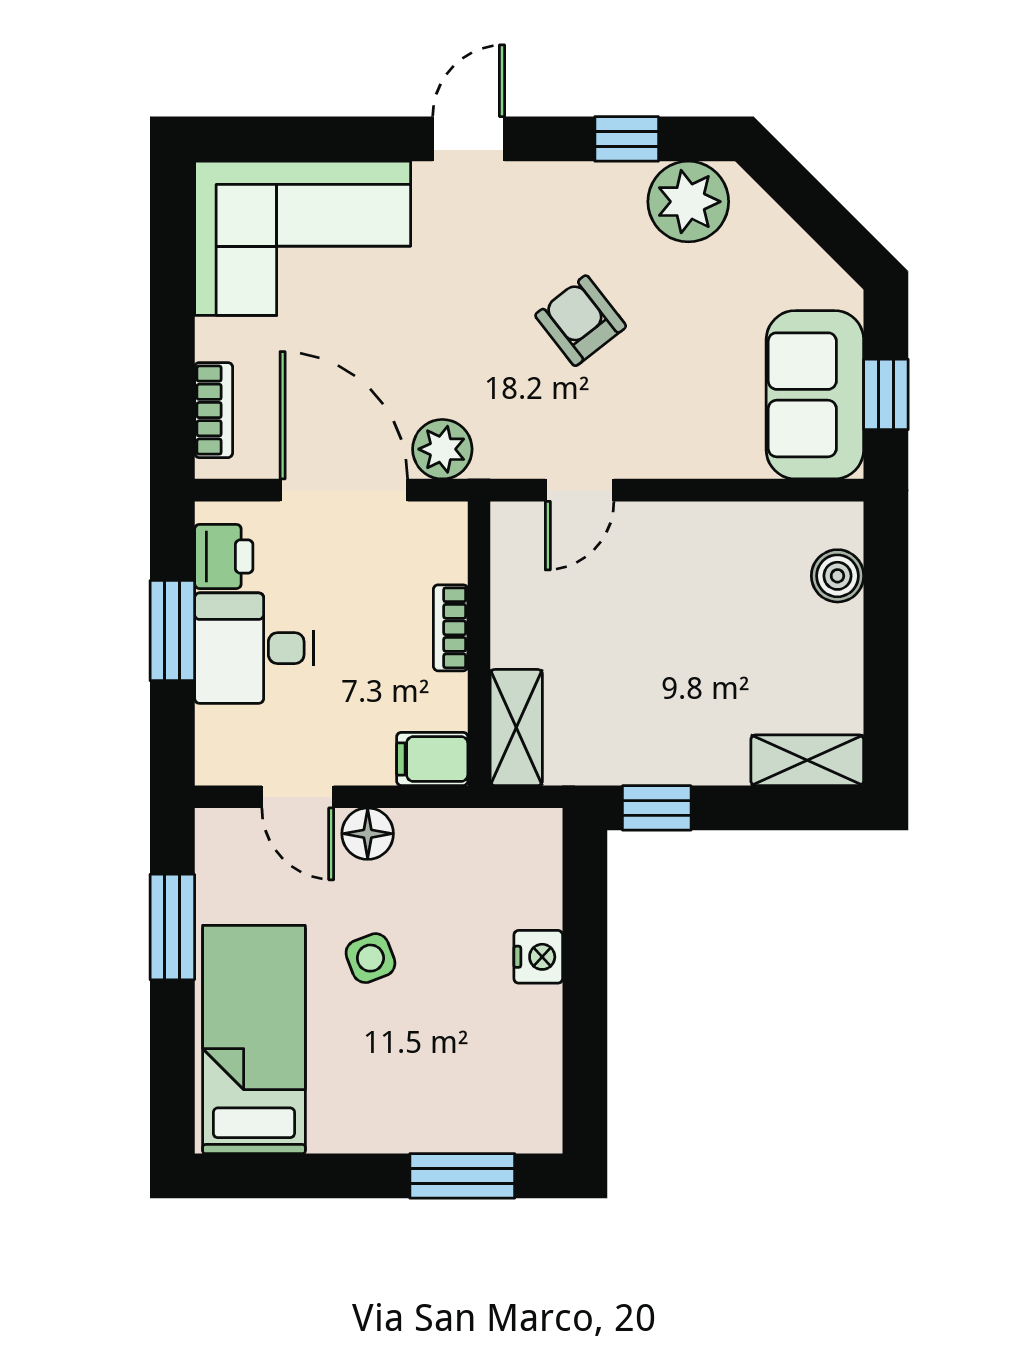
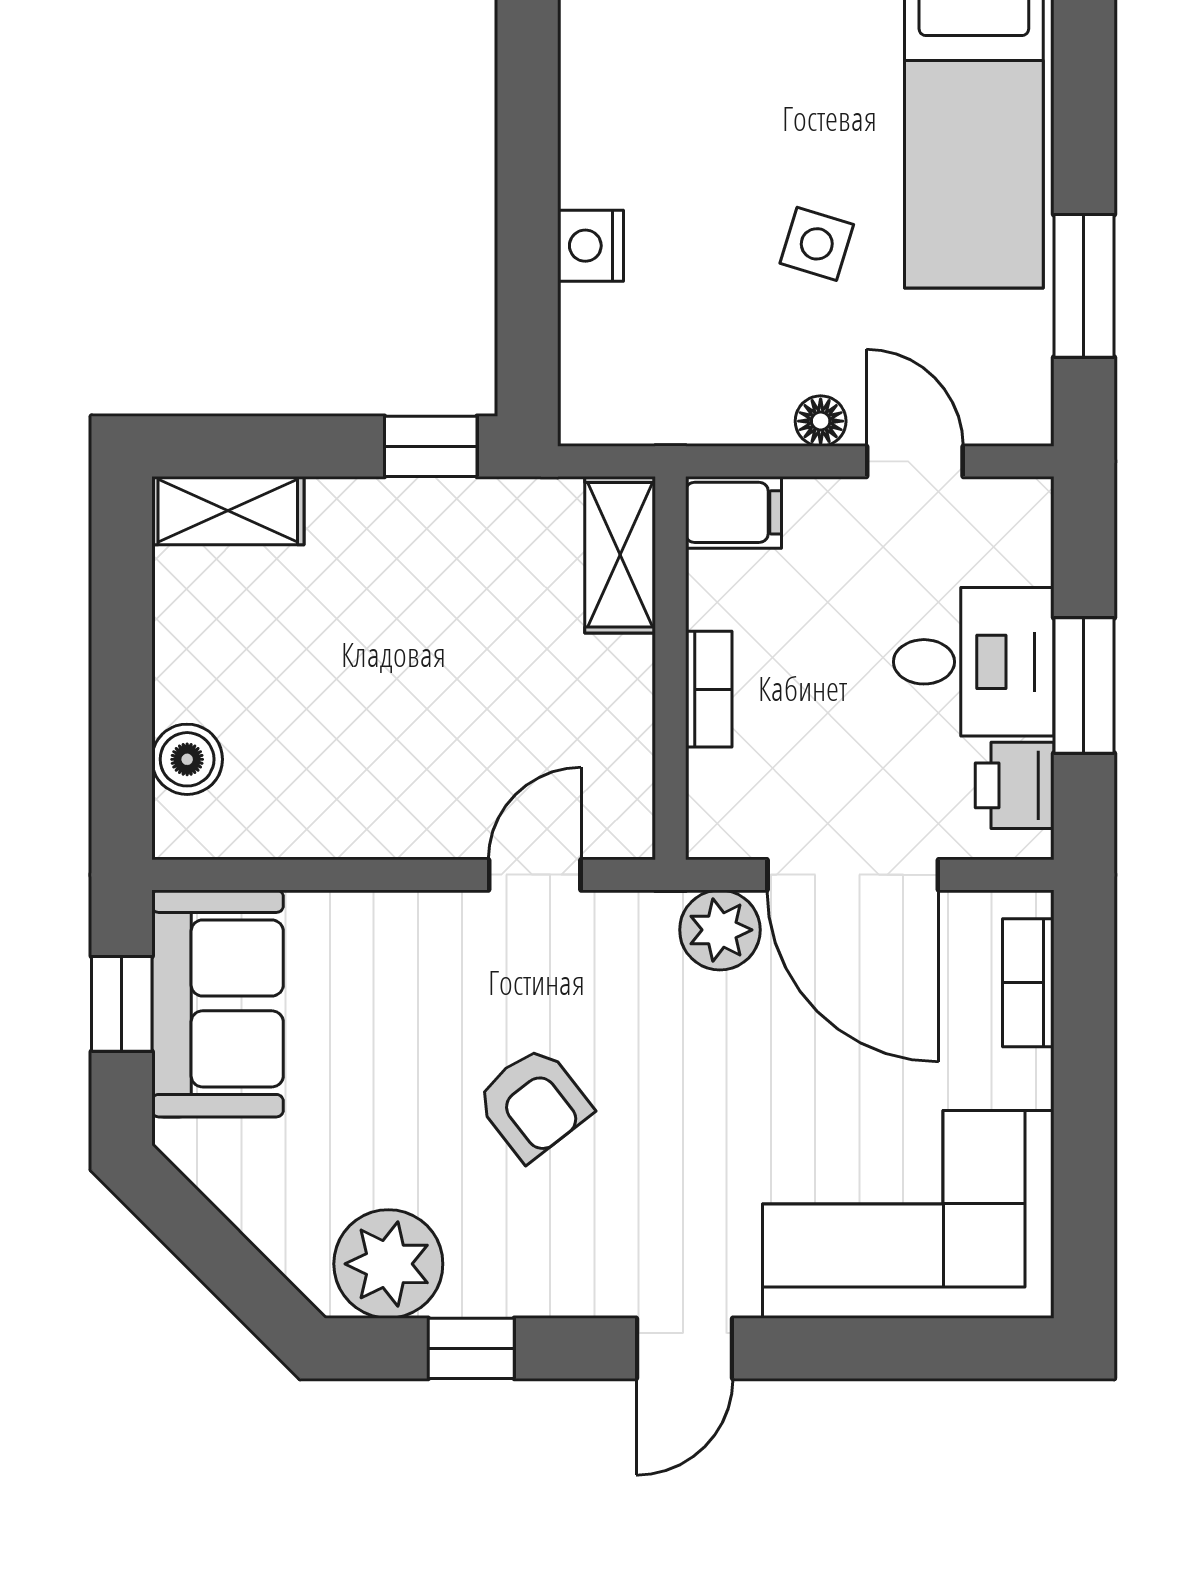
floor lamp: (368, 834) -> (821, 421), width x0.73, depth x0.73
side table: (370, 958) -> (817, 244), turned 38

